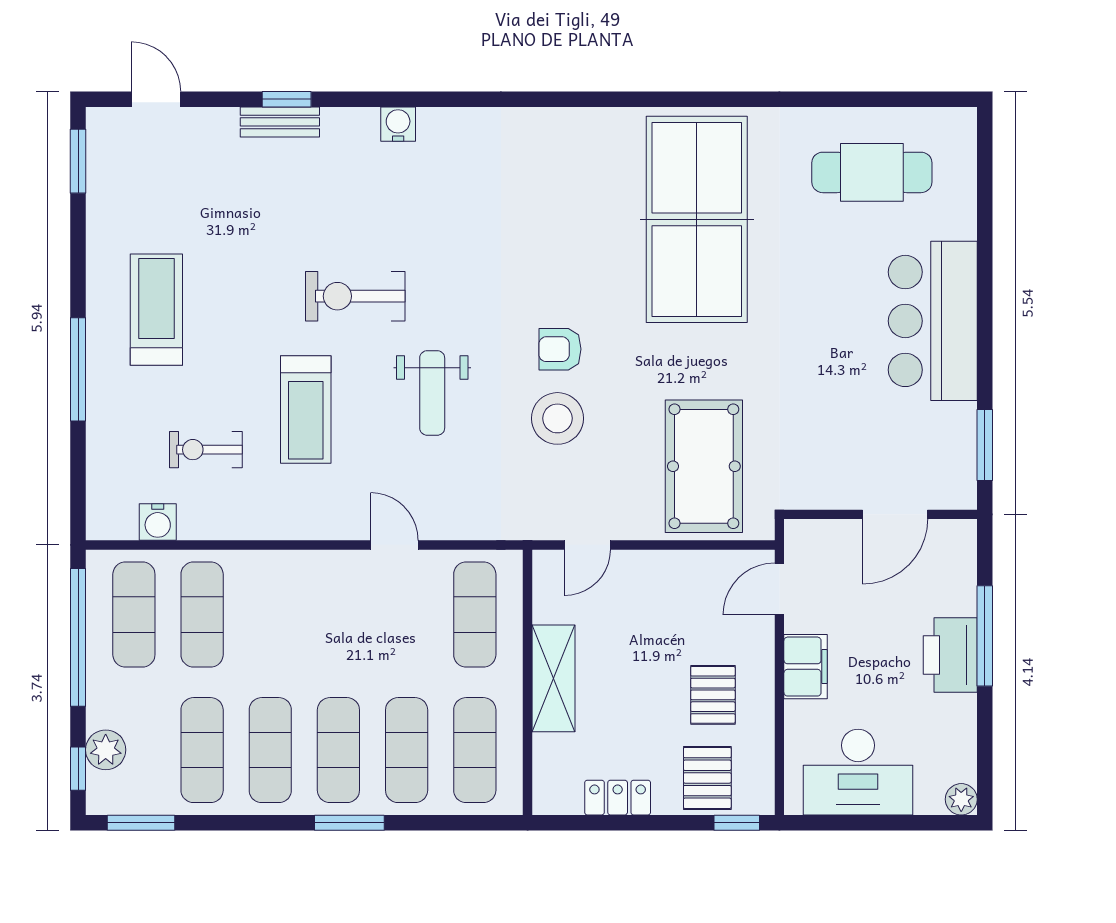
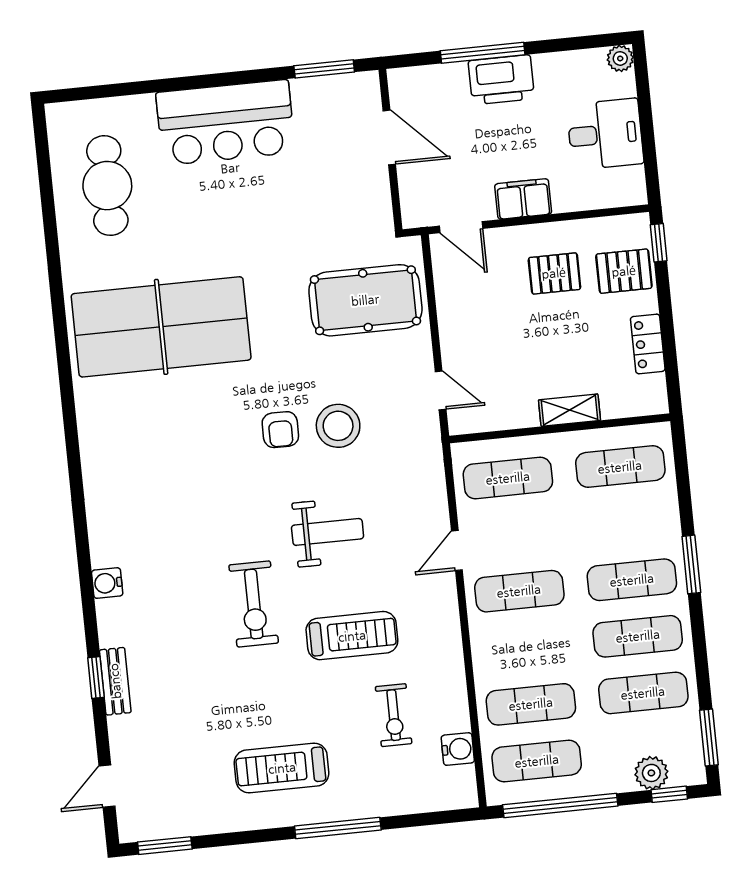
shelving: (553, 678) -> (569, 410), width x0.67, depth x0.75
exercise mat: (407, 750) -> (519, 591), moved
desk: (858, 772) -> (605, 134), width x0.73

